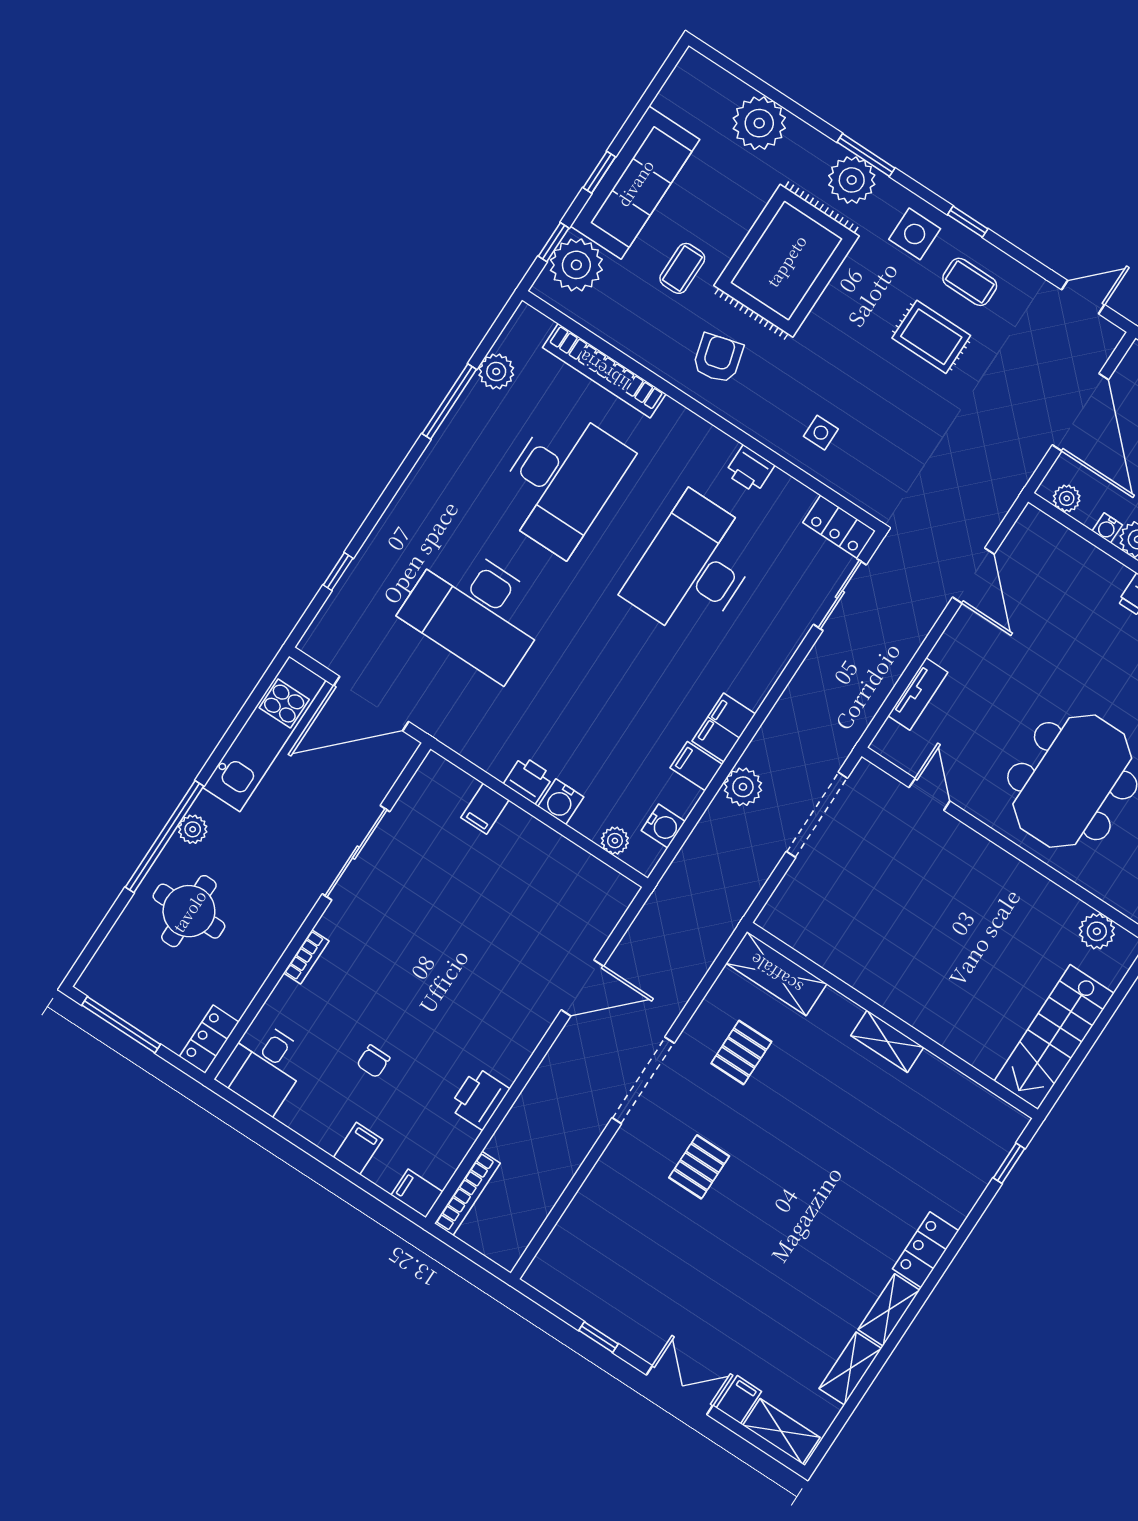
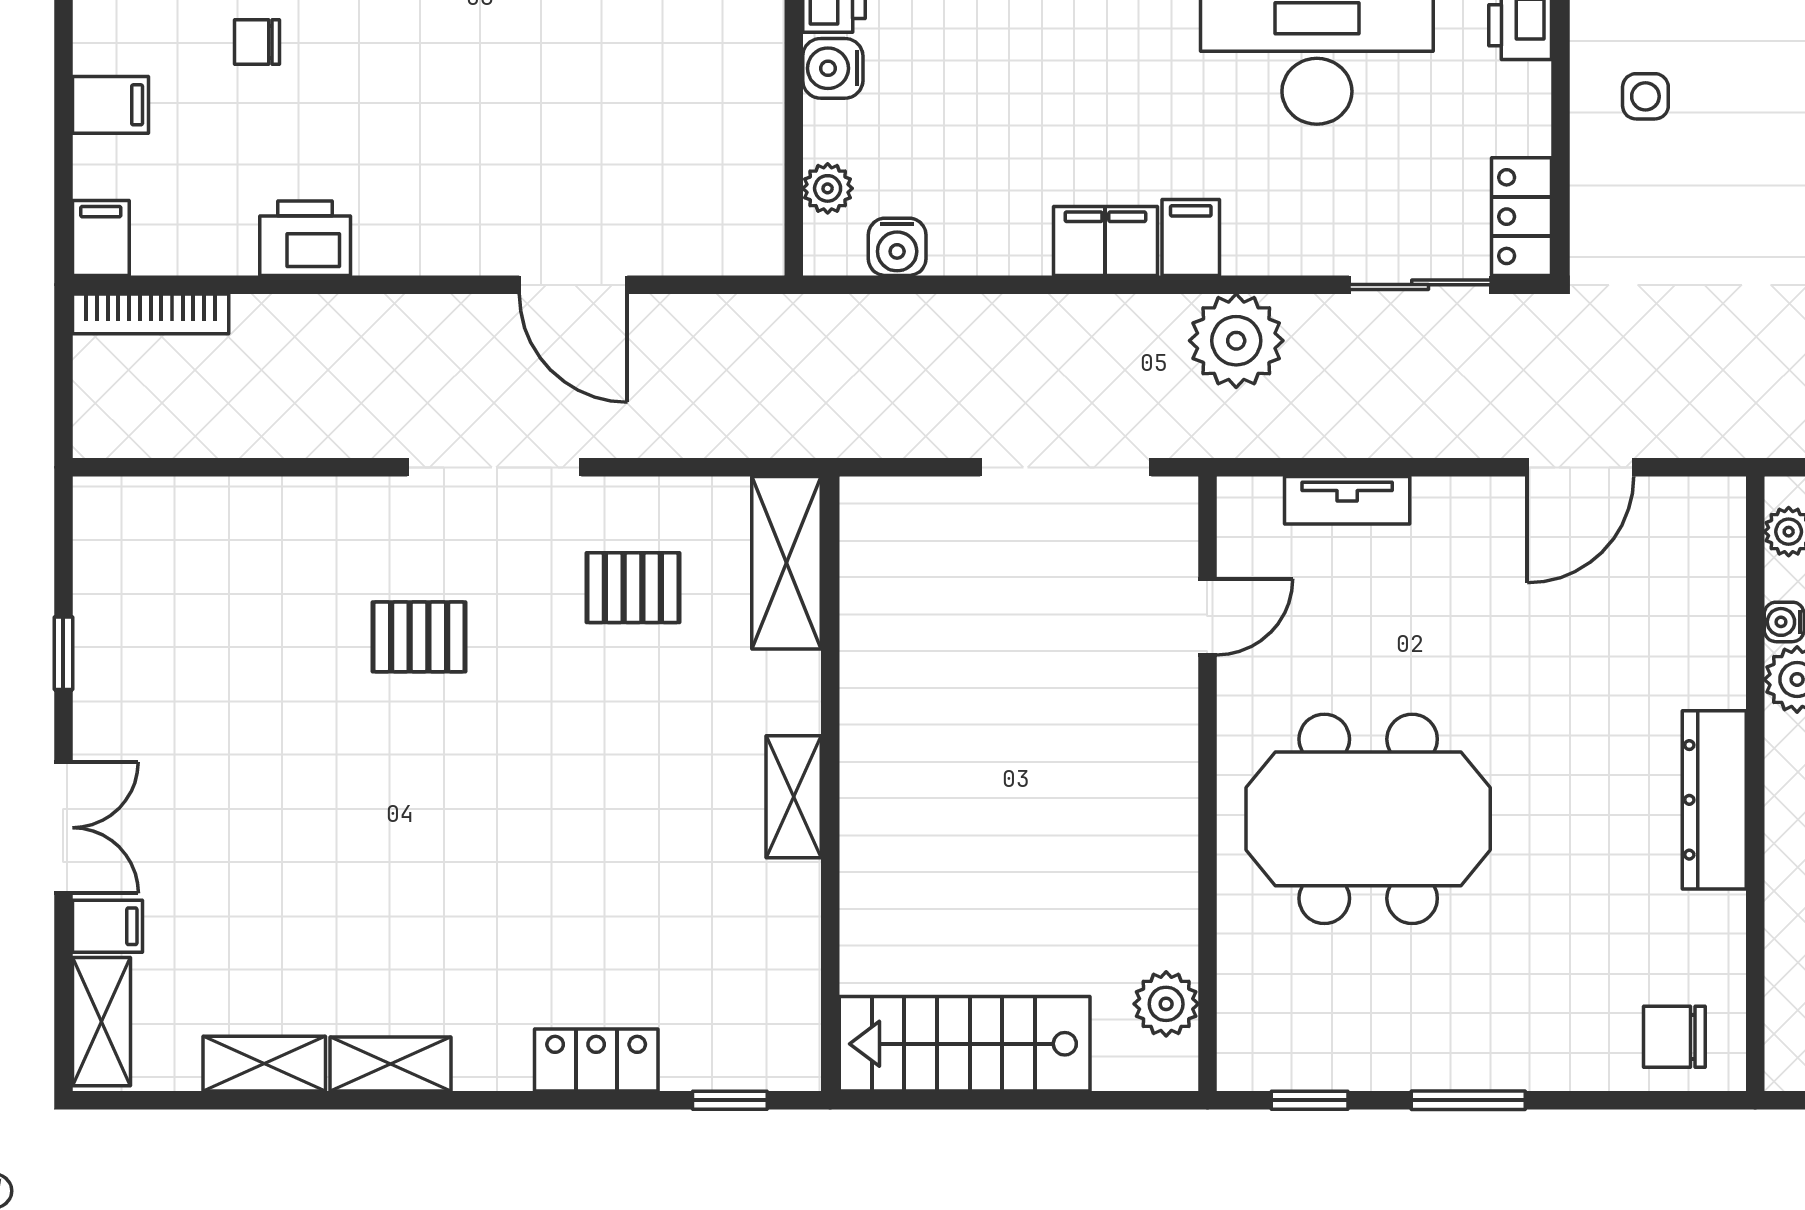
filing cabinet: (696, 766) -> (1191, 238), moved
plant: (743, 787) -> (1236, 341), moved, width x1.36, depth x1.36
locker: (926, 1250) -> (596, 1060), moved

